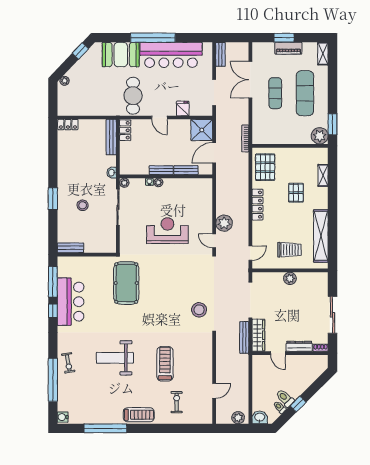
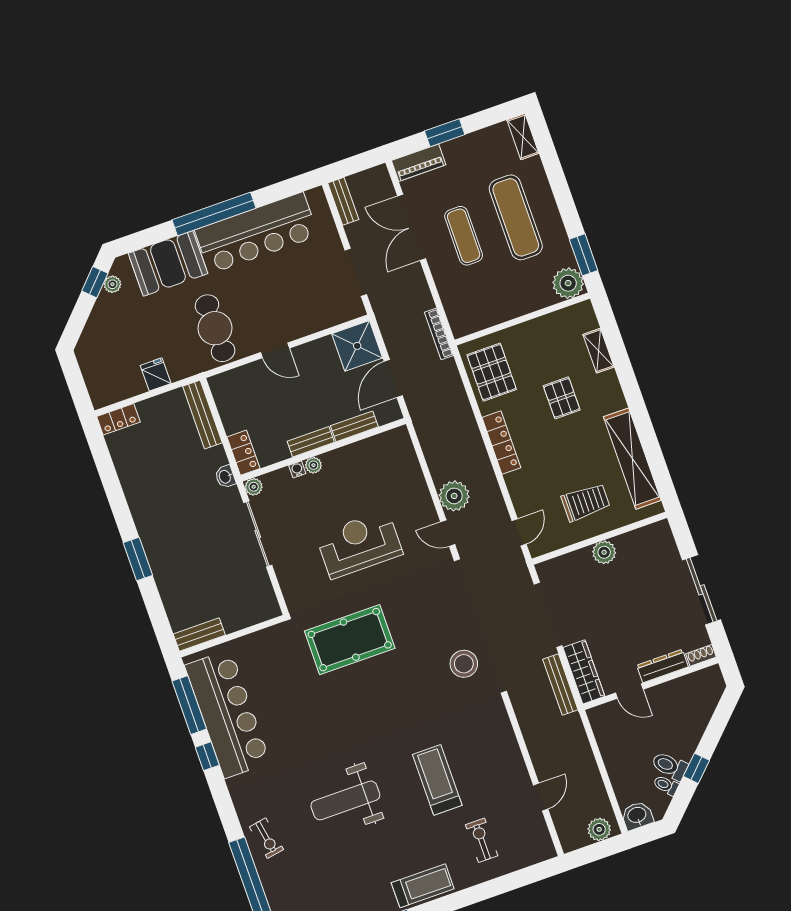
piano: (288, 48) -> (419, 163), moved
plant: (65, 81) -> (112, 284), moved
fridge: (183, 108) -> (156, 374), moved
locker: (125, 130) -> (243, 453), moved
stool: (83, 205) -> (194, 552), removed
pool table: (126, 283) -> (350, 640), moved, turned 90
bar counter: (71, 302) -> (227, 714), width x1.36

